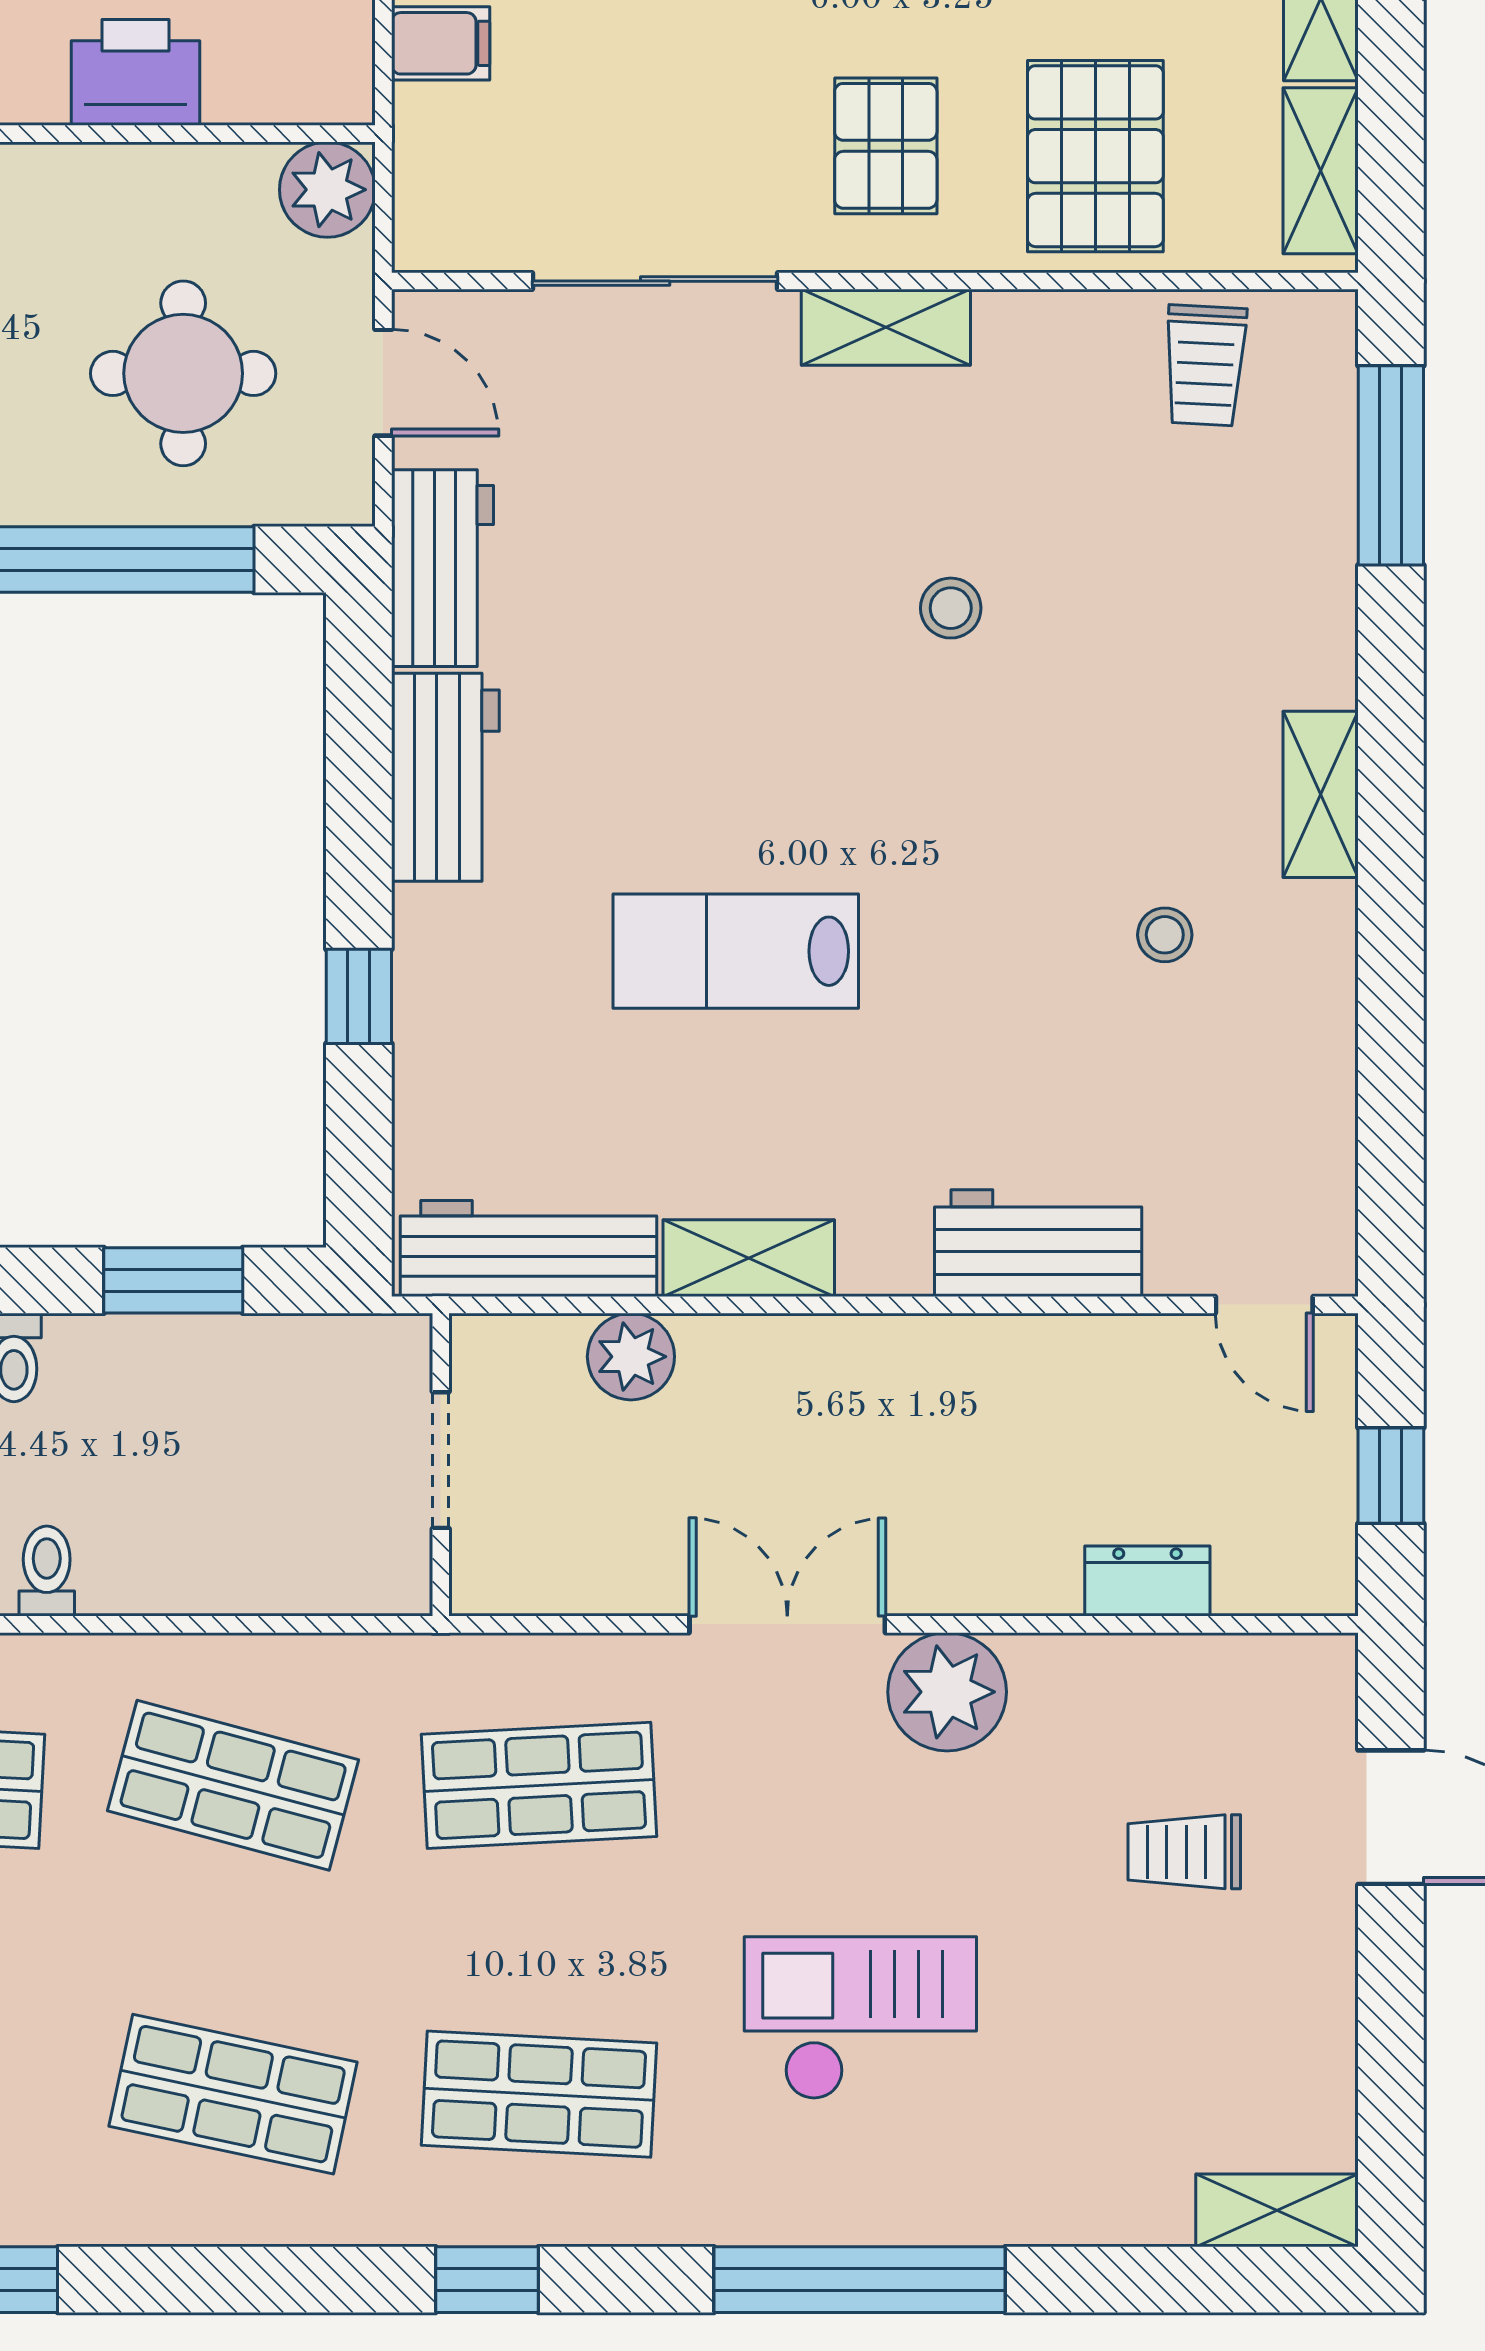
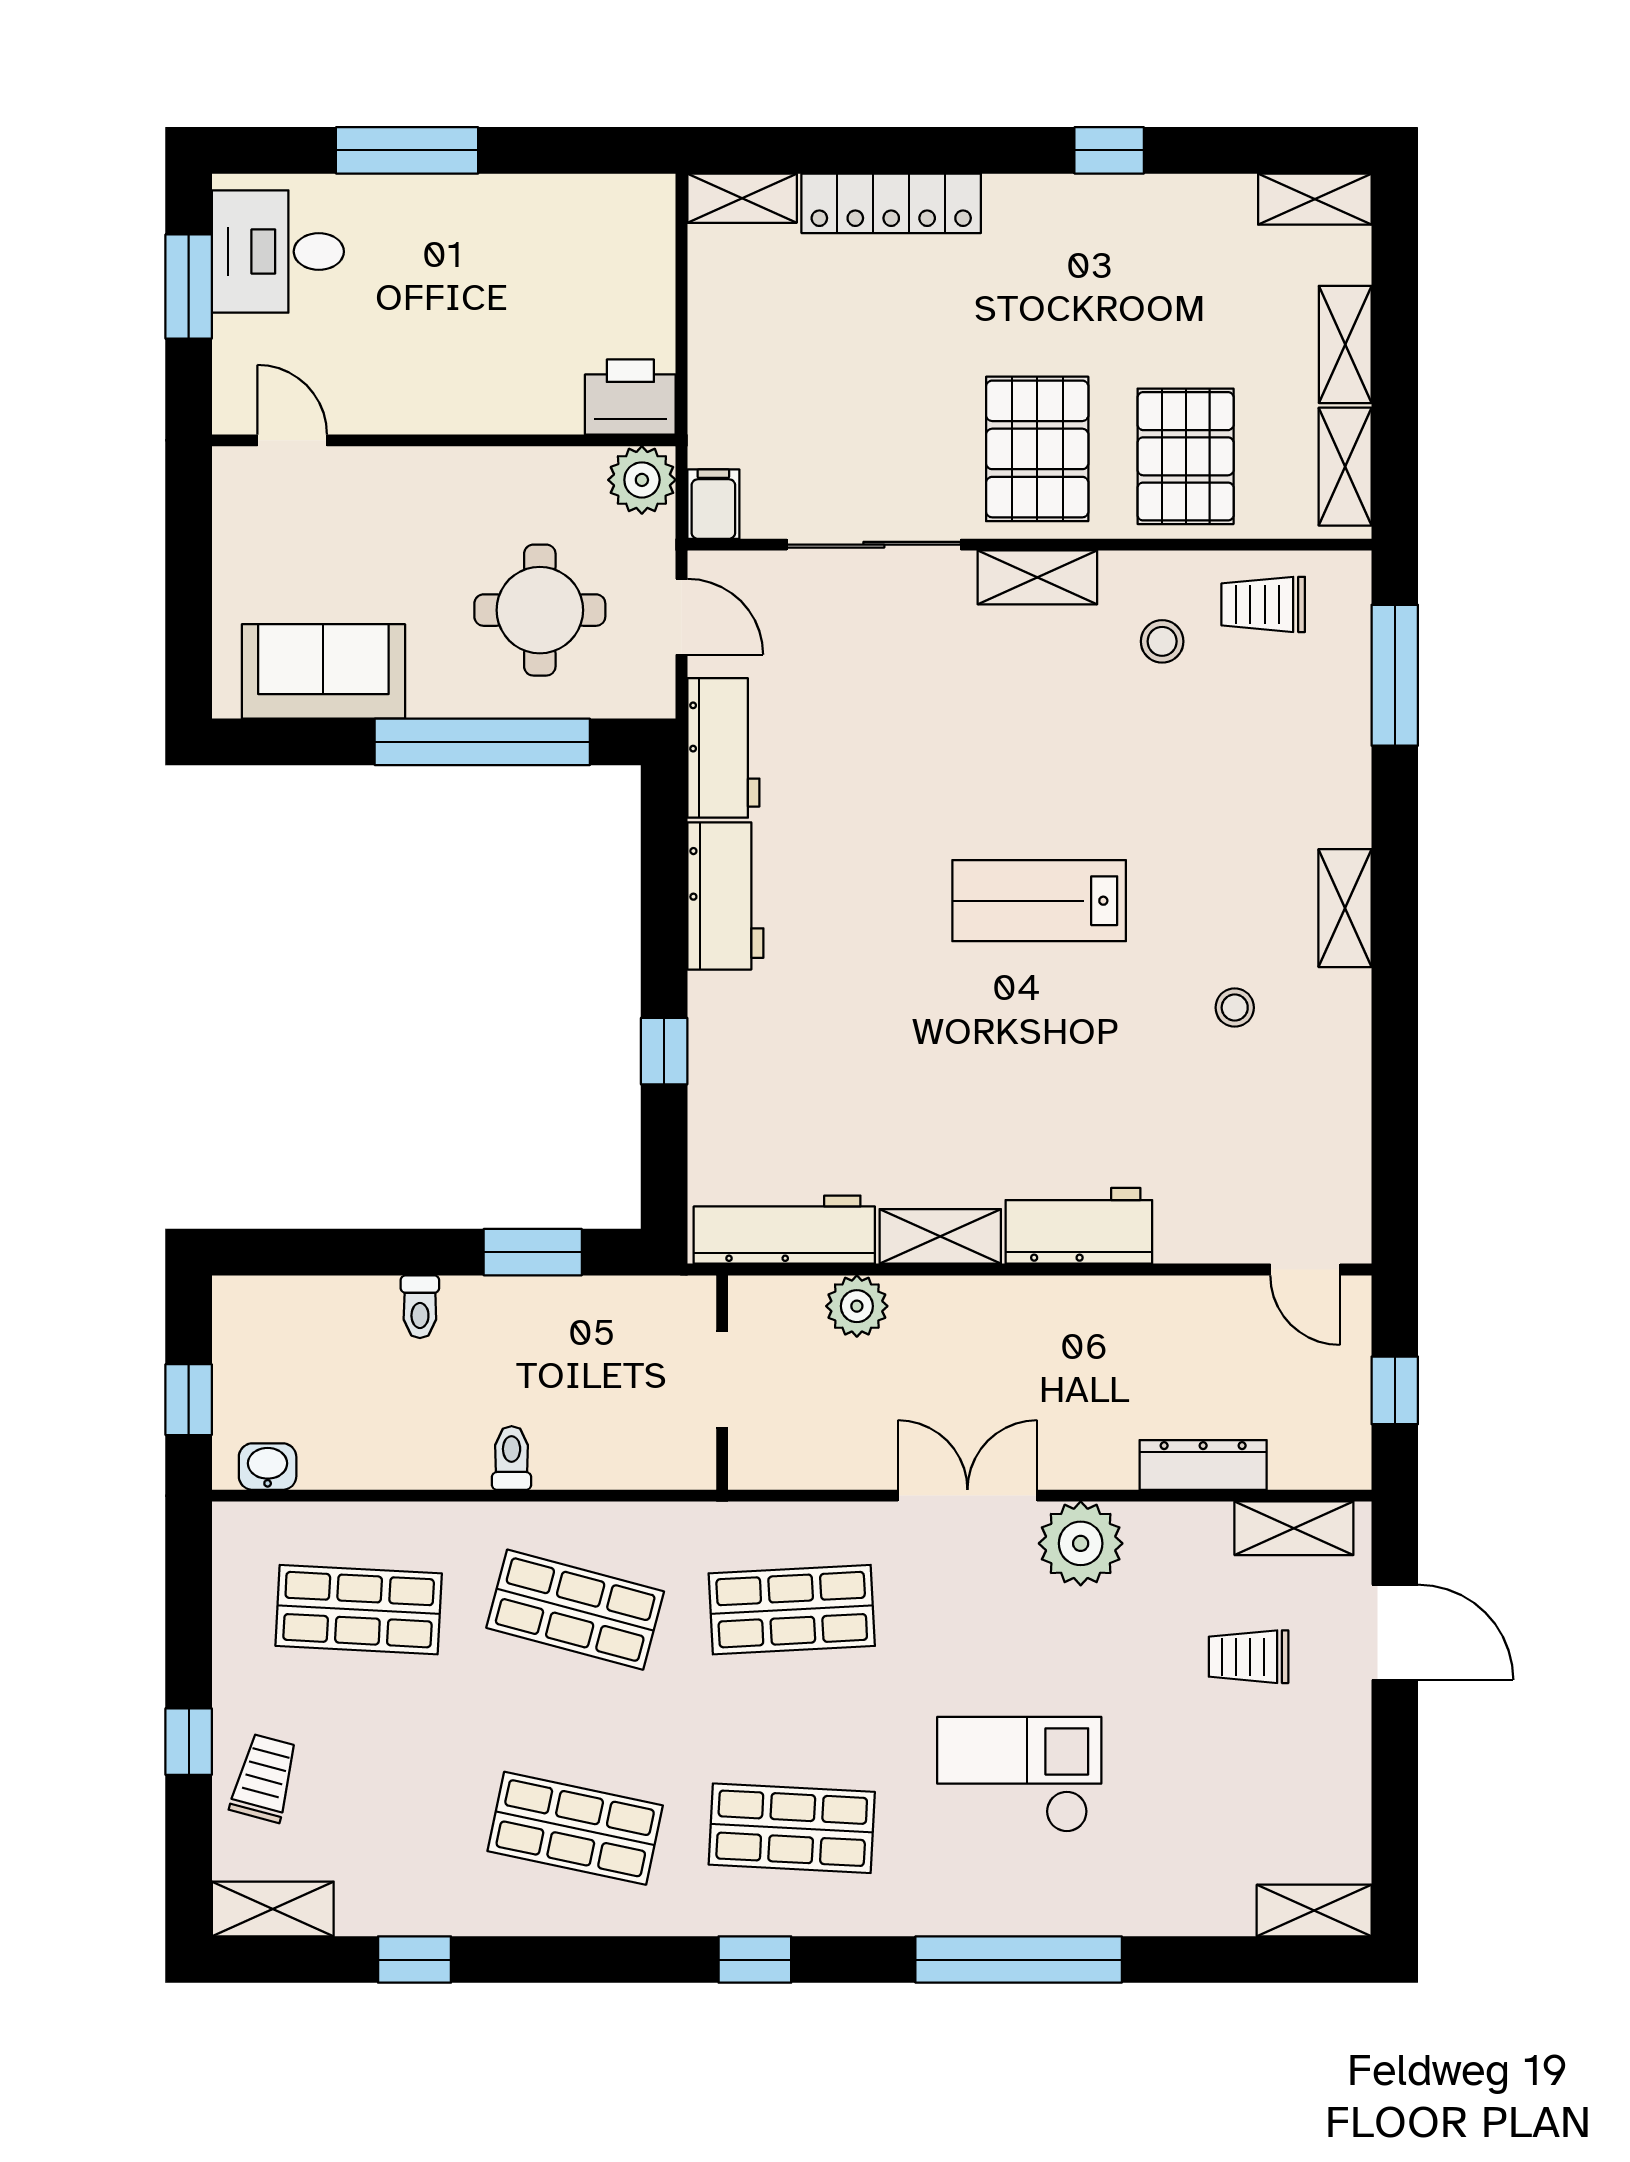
filing cabinet: (441, 43) -> (713, 504), moved, turned -90
printer: (135, 72) -> (630, 397), moved
pallet: (886, 146) -> (1037, 449), width x1.50, depth x1.42
trolley: (1205, 365) -> (1263, 604), turned 87
stool: (951, 608) -> (1162, 641), moved
lab bench: (736, 951) -> (1039, 901), moved
workbench: (1038, 1243) -> (1079, 1226), moved
toilet: (47, 1571) -> (512, 1458), moved
dresser: (1147, 1581) -> (1203, 1465), width x1.44
shelving: (1248, 1670) -> (1294, 1528), added

